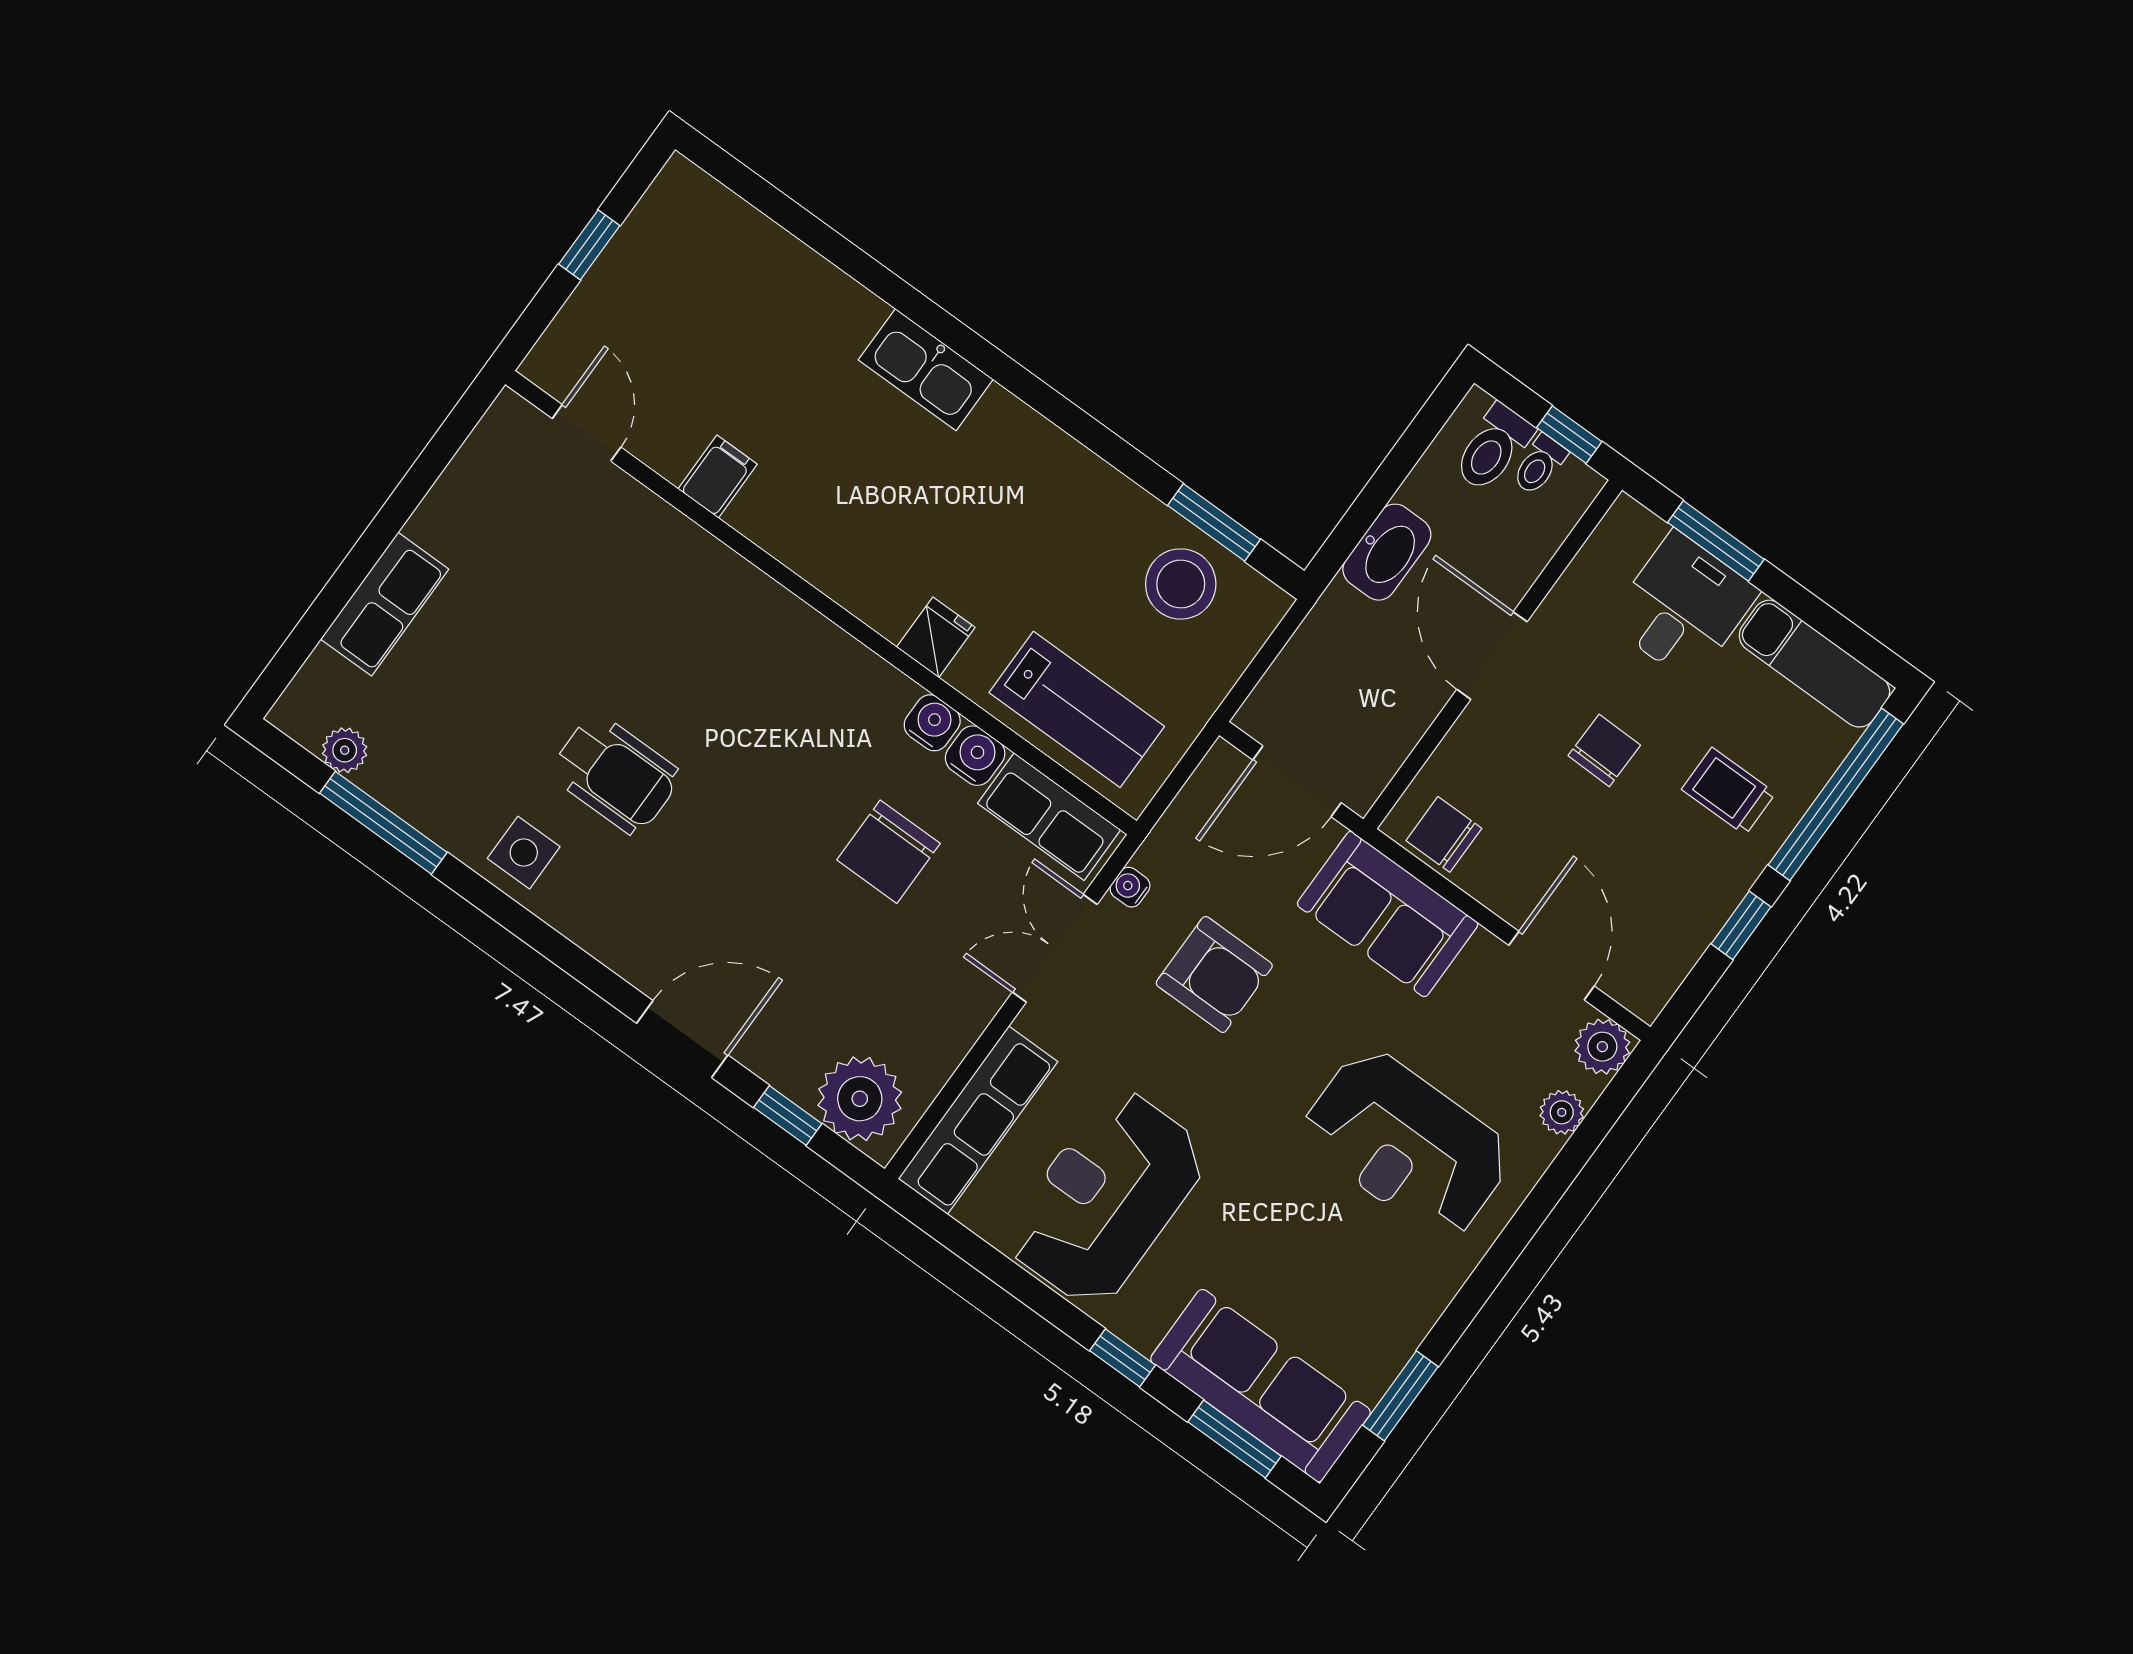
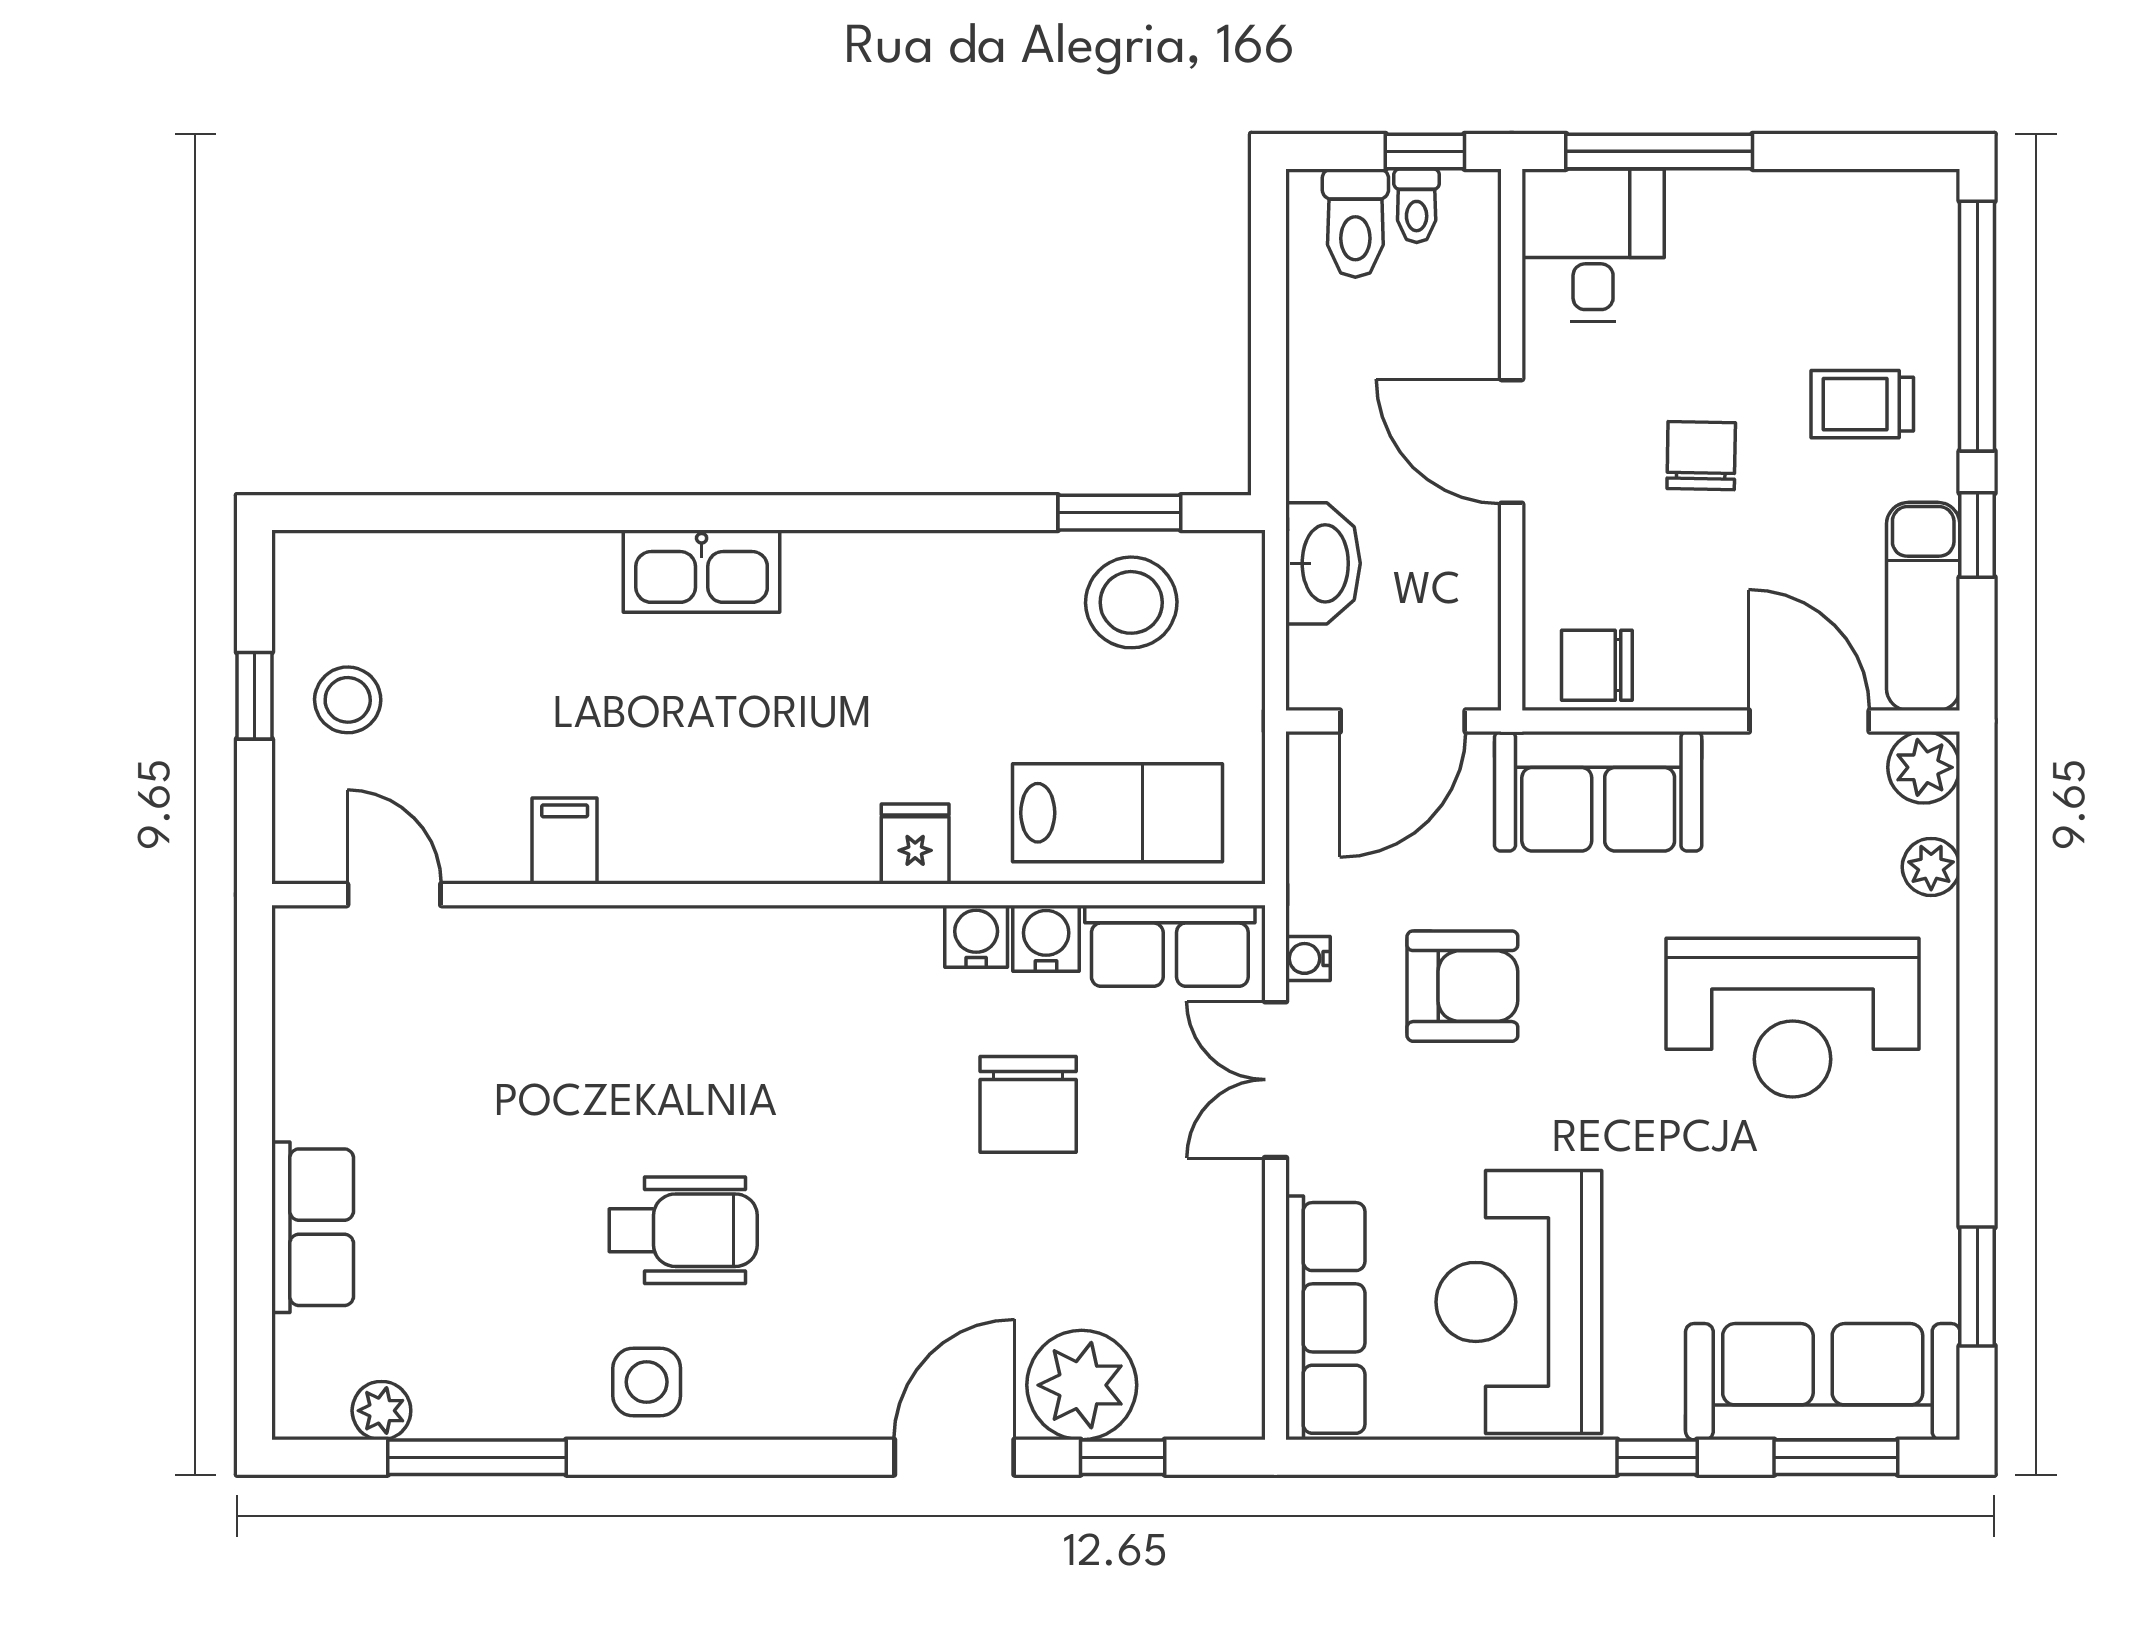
stool: (646, 290) -> (348, 700), added
window: (1716, 541) -> (1659, 151), width x1.44
washbasin: (1387, 552) -> (1323, 563), moved
desk: (1683, 607) -> (1593, 245), moved
exam couch: (1814, 664) -> (1923, 606), moved, turned 90
plant: (860, 1099) -> (1082, 1385), moved

